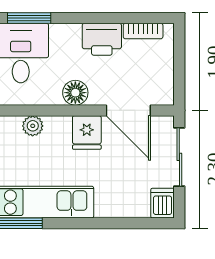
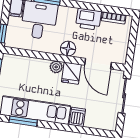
plant: (33, 126) -> (56, 67), moved
dishwasher: (163, 203) -> (77, 117), moved

